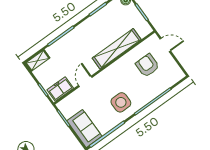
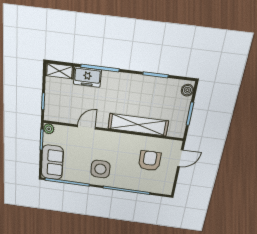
door: (165, 45) -> (180, 158), hinge flipped
freezer: (60, 89) -> (87, 77), moved, turned 180
plant: (62, 106) -> (49, 129), added

